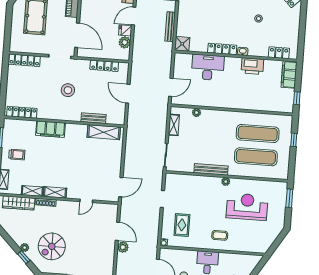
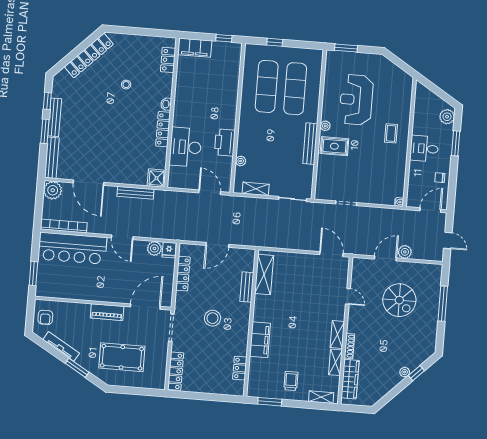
fridge: (125, 30) -> (169, 250), moved
printer: (252, 66) -> (225, 142), moved, turned 180
locker: (22, 112) -> (240, 368), width x0.66
rug: (182, 225) -> (334, 146), moved
spiral stairs: (52, 246) -> (399, 300), moved

